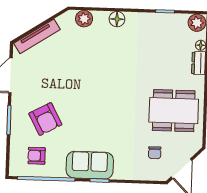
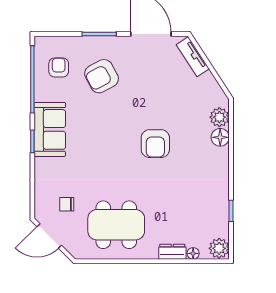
floor lamp: (117, 19) -> (220, 137), moved
tv unit: (37, 36) -> (193, 57), width x0.71
armchair: (105, 75) -> (155, 144), added
dining table: (174, 111) -> (116, 225), turned 90

